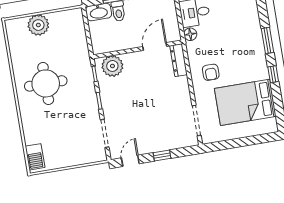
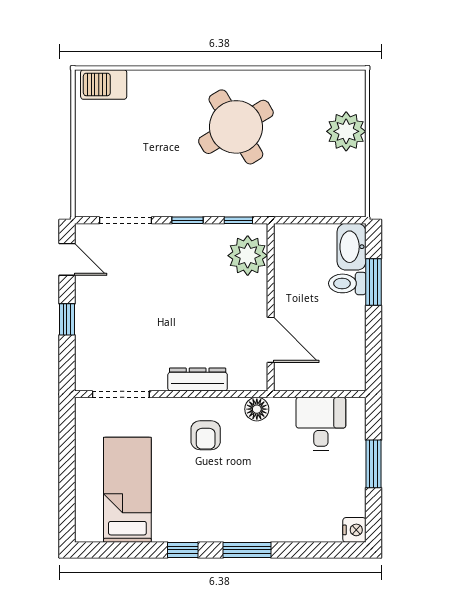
floor lamp: (190, 34) -> (257, 409), moved
dresser: (179, 60) -> (198, 380), moved
armchair: (211, 72) -> (206, 435), turned -90
round table: (46, 83) -> (236, 127), turned -31
bed: (245, 102) -> (127, 490), width x0.67

